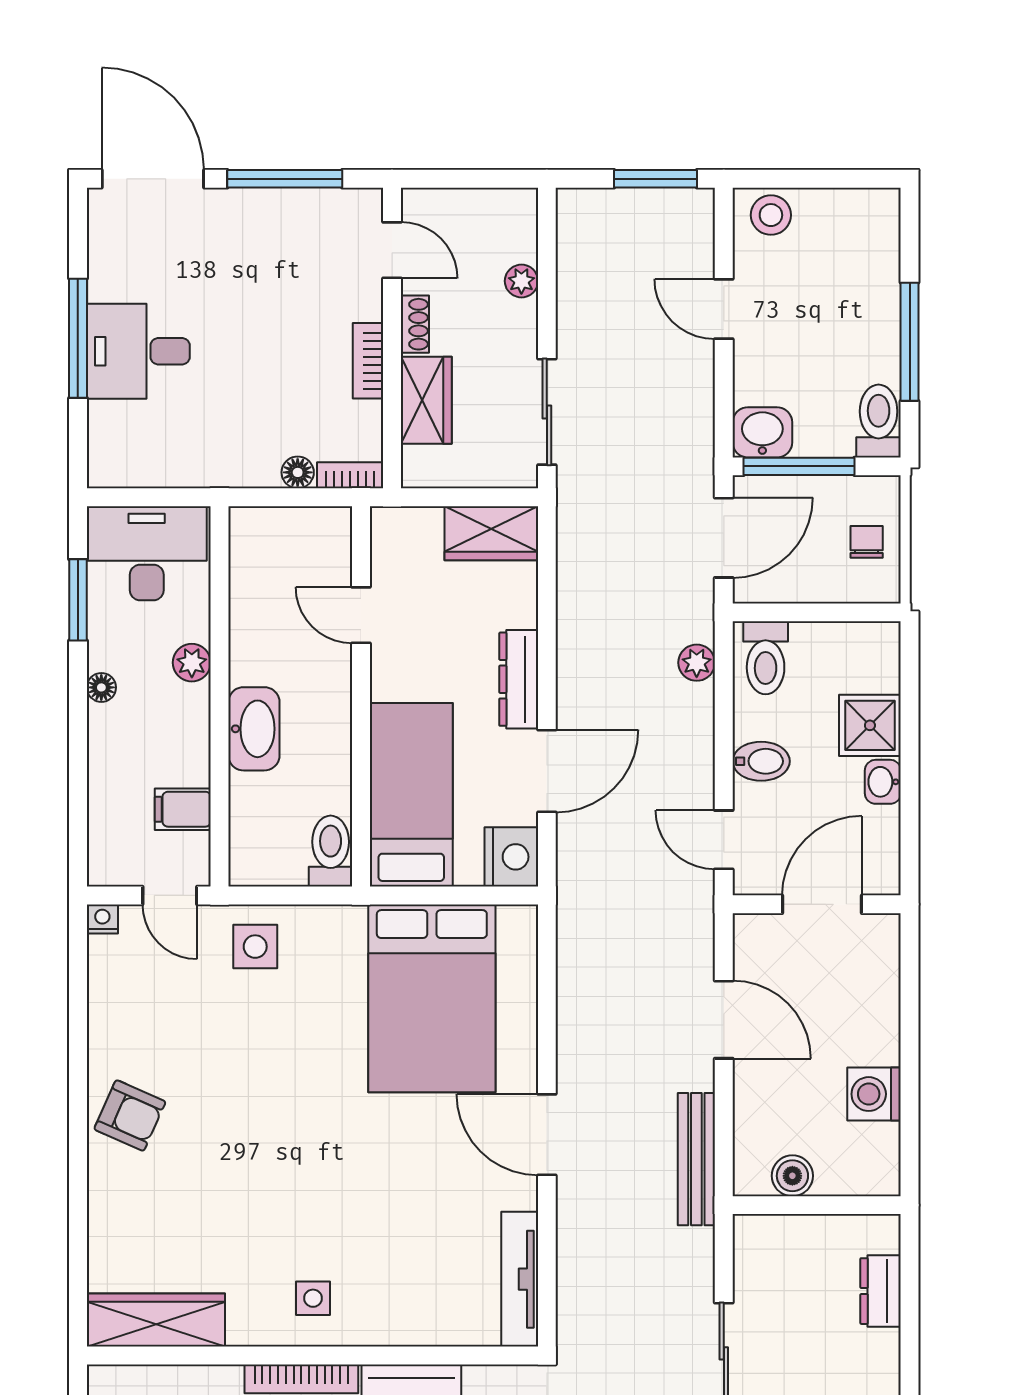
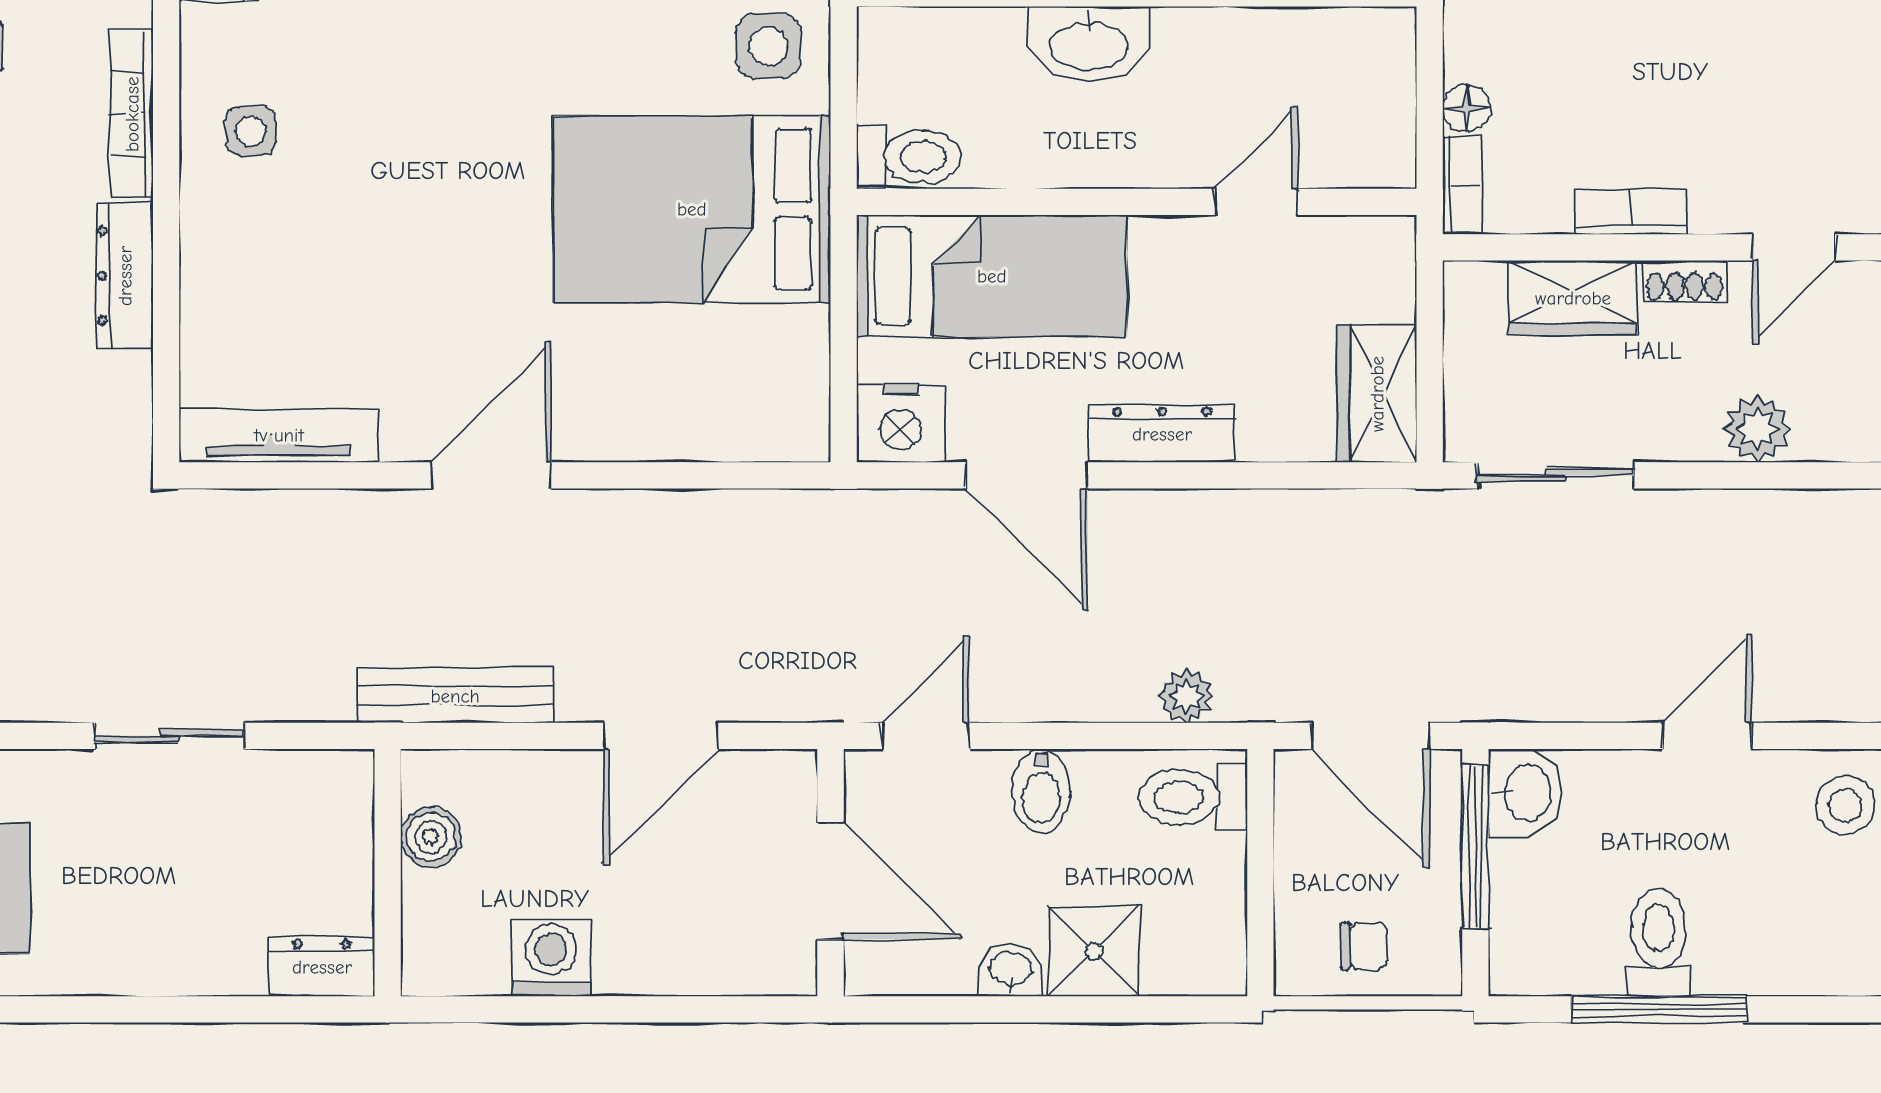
plant: (521, 281) -> (1757, 429), width x1.38, depth x1.38
toilet: (879, 421) -> (1659, 943), moved, turned -90
bed: (432, 998) -> (692, 209), moved
dresser: (881, 1291) -> (322, 967), moved

